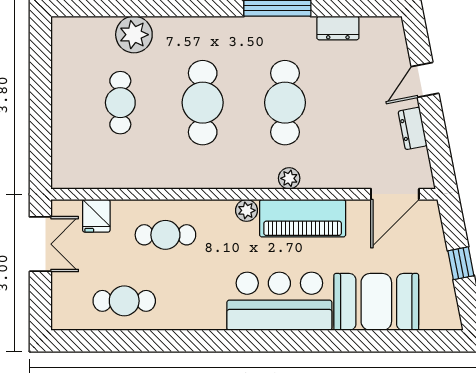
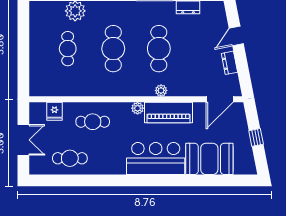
double door: (40, 244) -> (23, 140), moved

